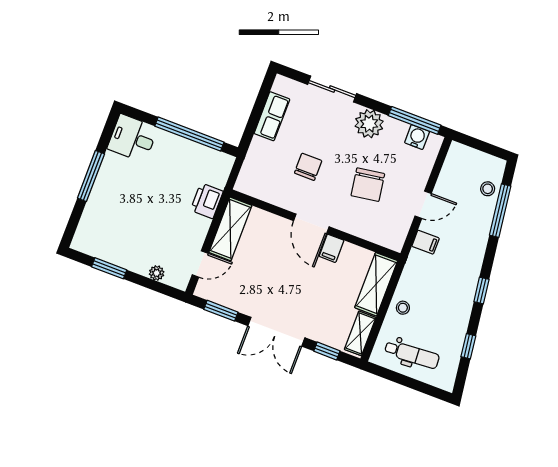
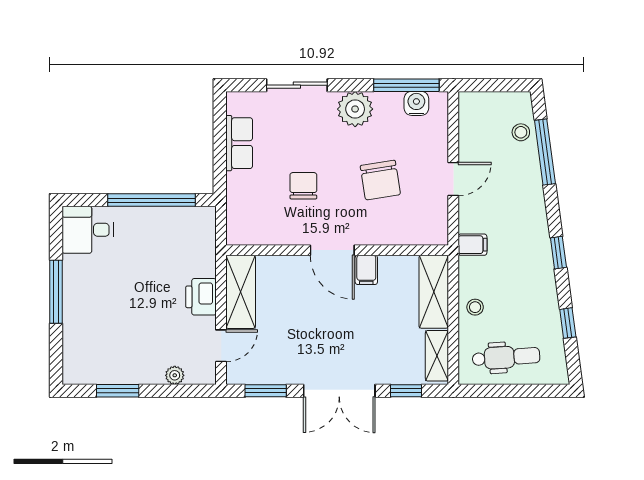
printer: (207, 201) -> (201, 297), moved
filing cabinet: (426, 242) -> (472, 245), moved

